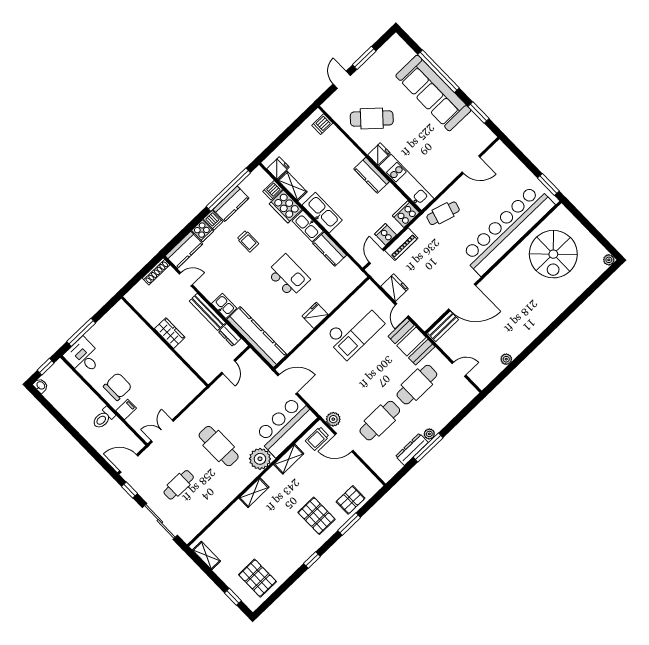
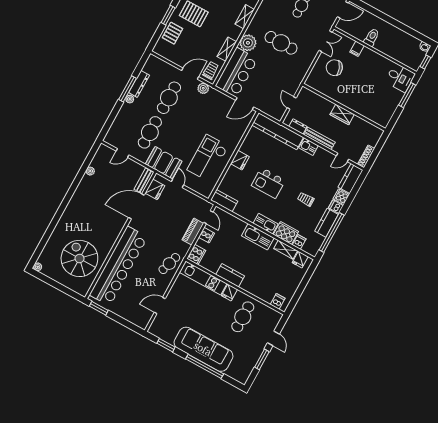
cafe table: (372, 118) -> (243, 317), turned -42
kitchen counter: (329, 249) -> (224, 201), moved
fridge: (394, 288) -> (155, 189), moved, turned -90
chair: (118, 387) -> (334, 68), moved, turned 69

